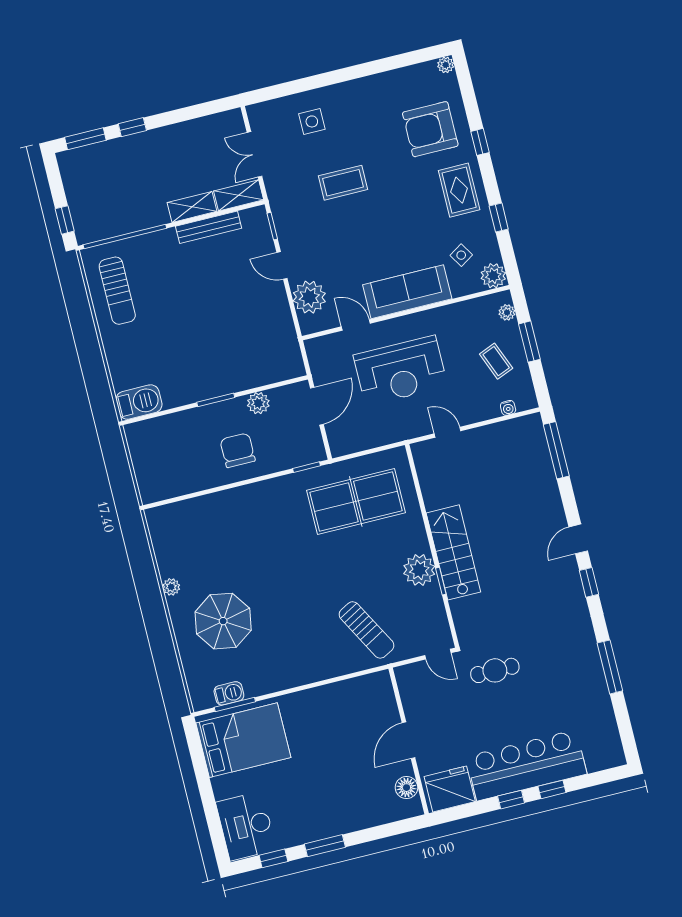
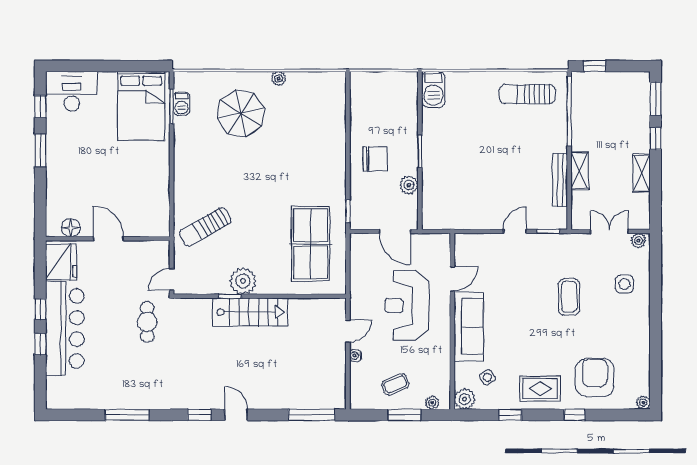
shelving: (239, 195) -> (642, 173), moved
plant: (309, 297) -> (638, 241), moved, width x0.53, depth x0.53
water cooler: (508, 408) -> (355, 356), moved

